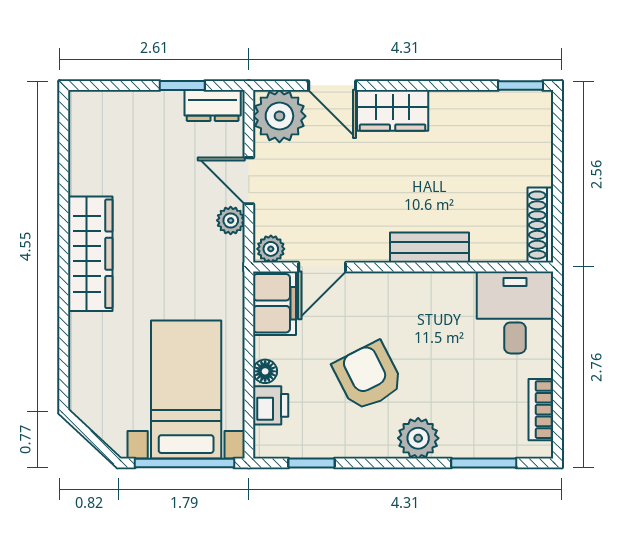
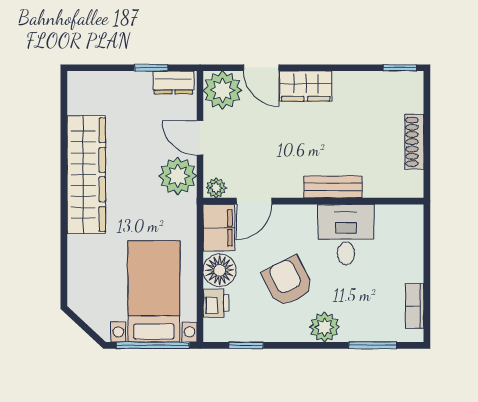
plant: (231, 220) -> (178, 176), width x1.87, depth x1.87
shoe rack: (540, 225) -> (414, 142), moved
wardrobe: (90, 254) -> (86, 175), width x1.40, depth x1.17
desk: (515, 312) -> (346, 235), moved
floor lamp: (265, 371) -> (220, 270), width x1.89, depth x1.89

